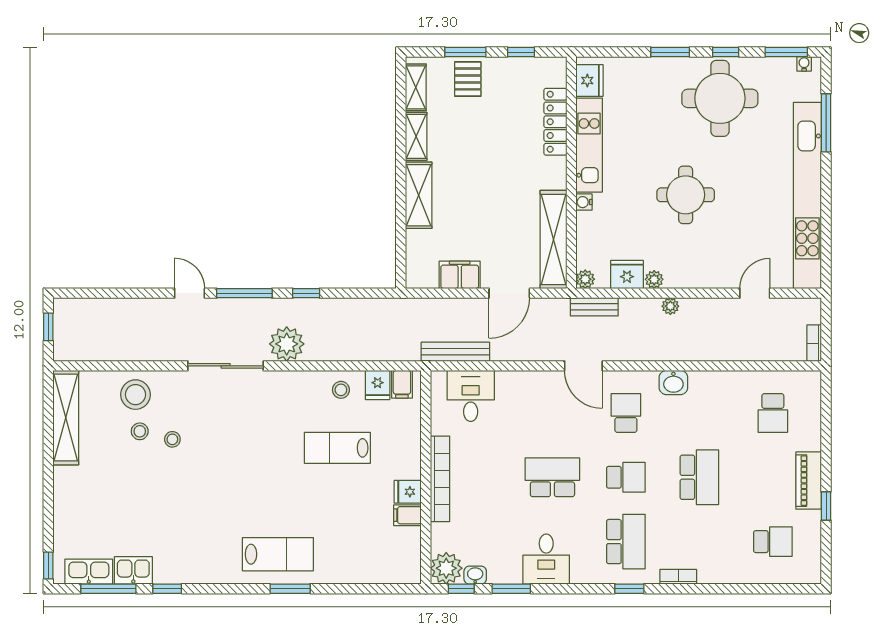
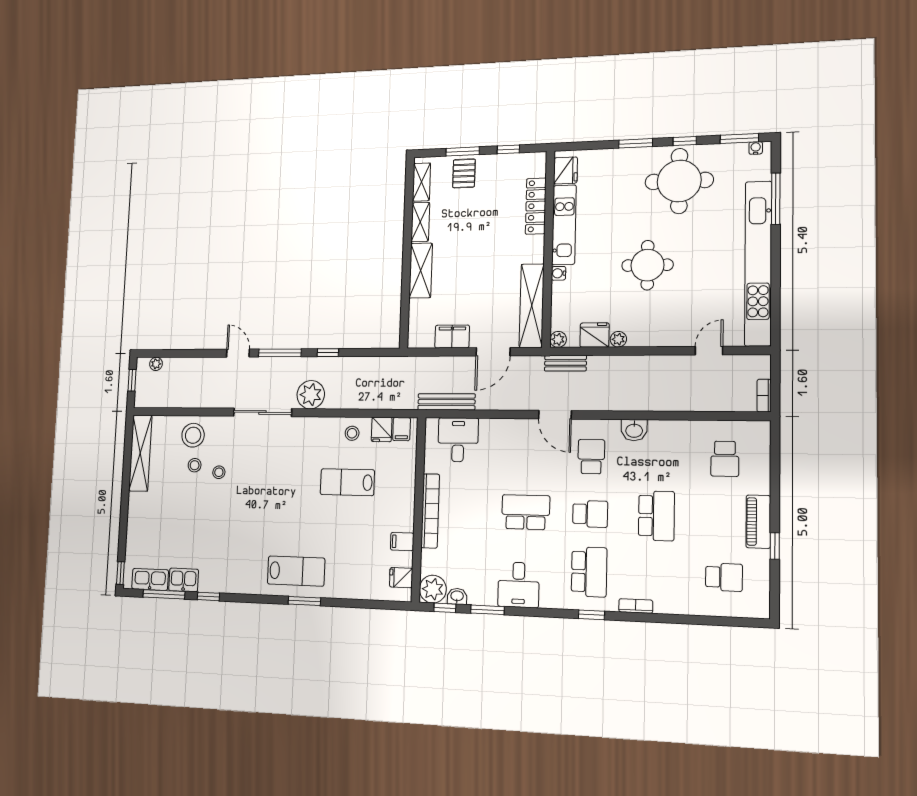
plant: (670, 306) -> (156, 364), moved
fridge: (408, 492) -> (401, 578), moved

